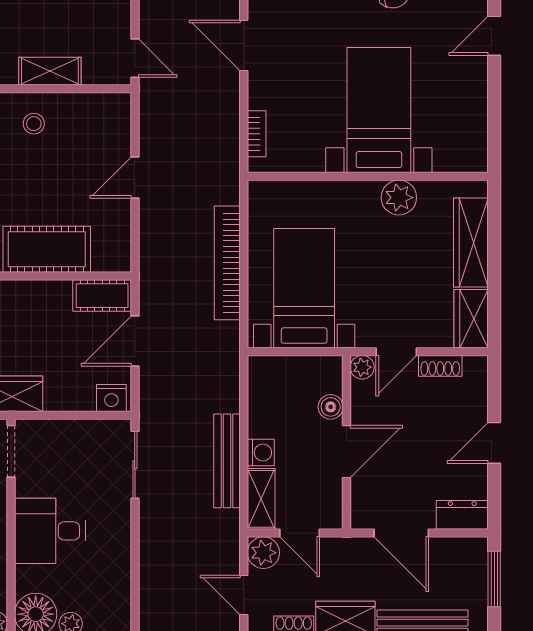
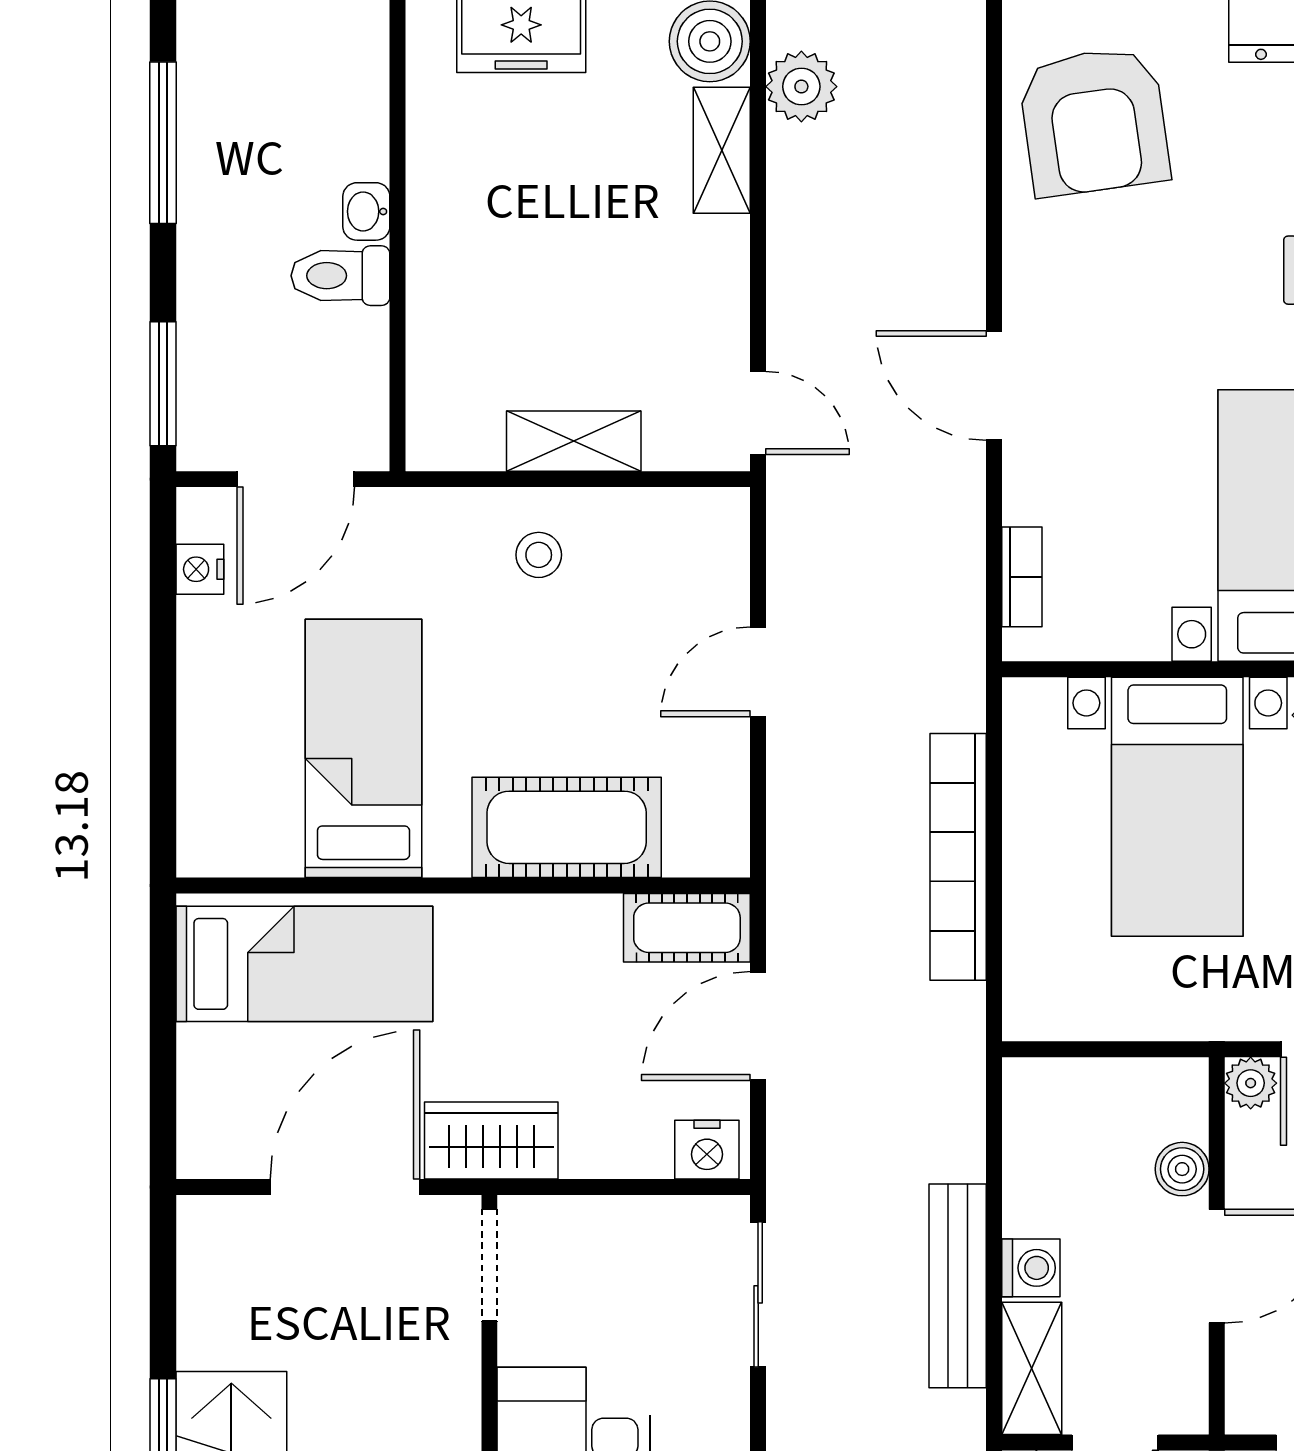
bed with nightstands: (304, 288) -> (1177, 807), moved, turned 180

